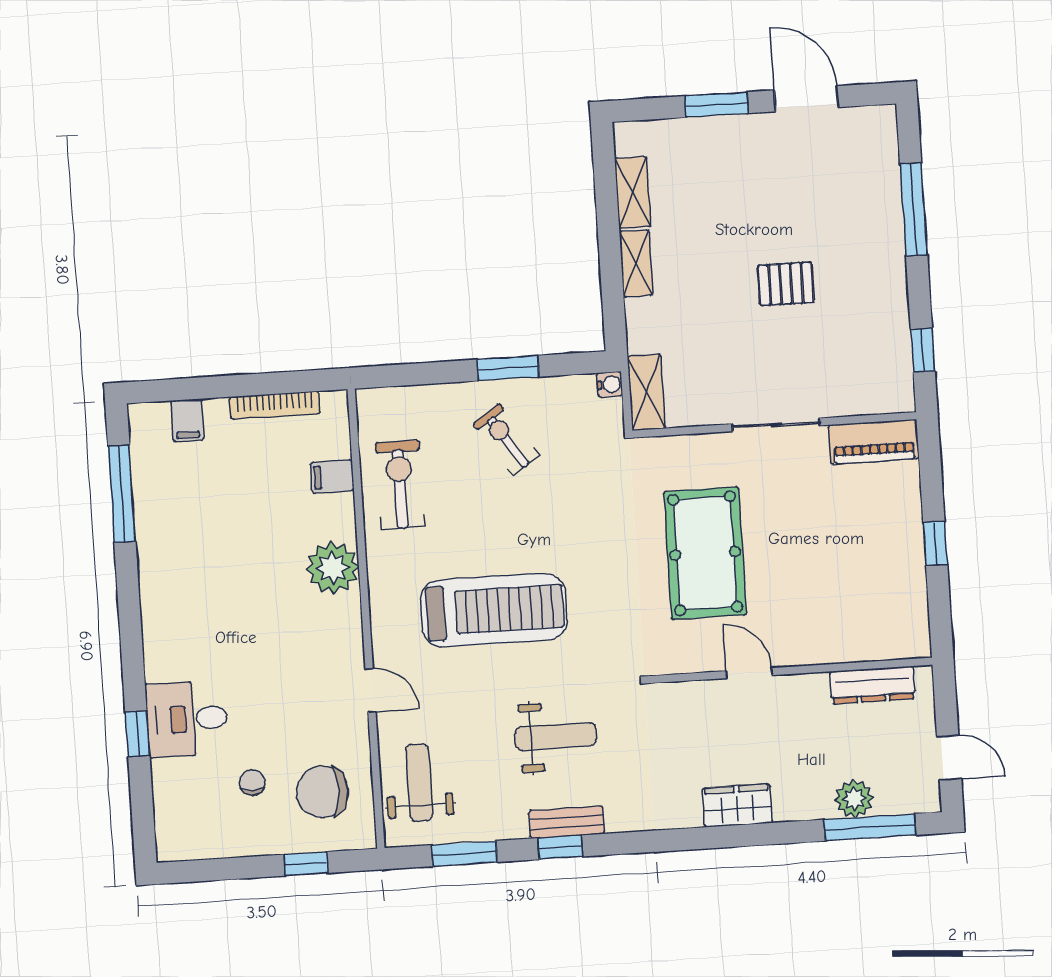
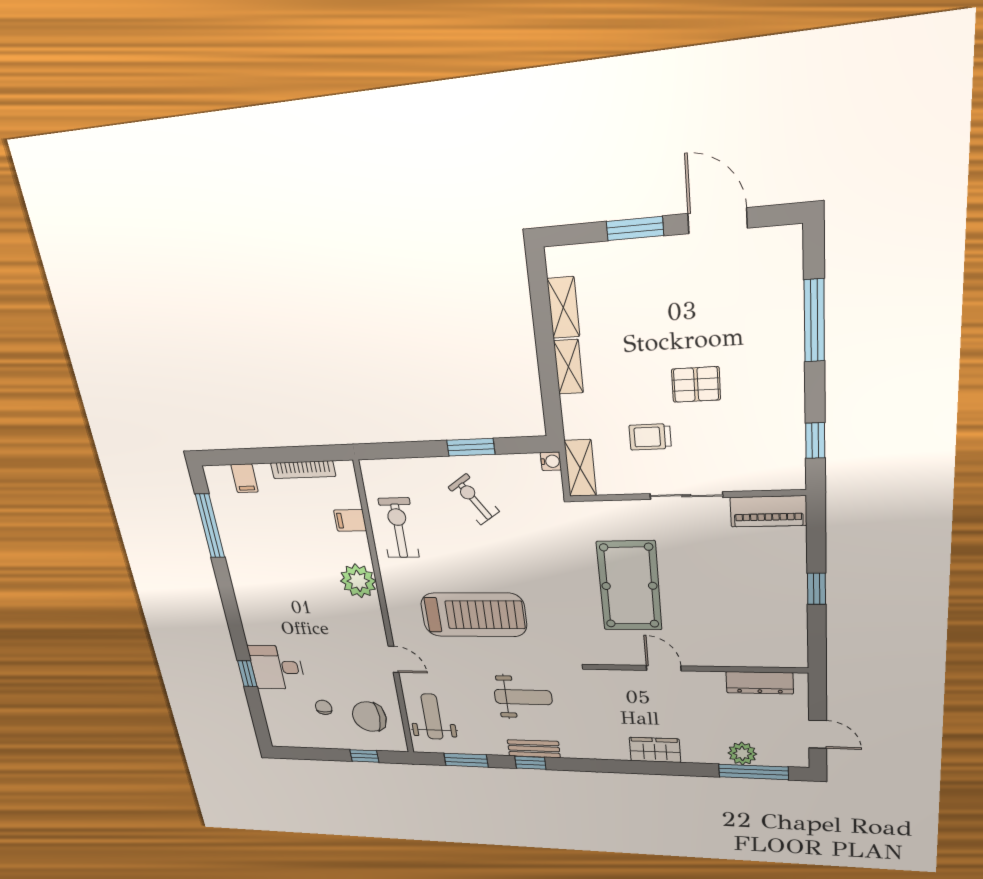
trolley: (732, 350) -> (650, 437), added

